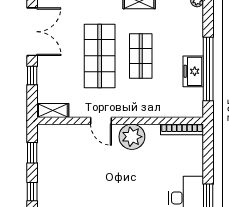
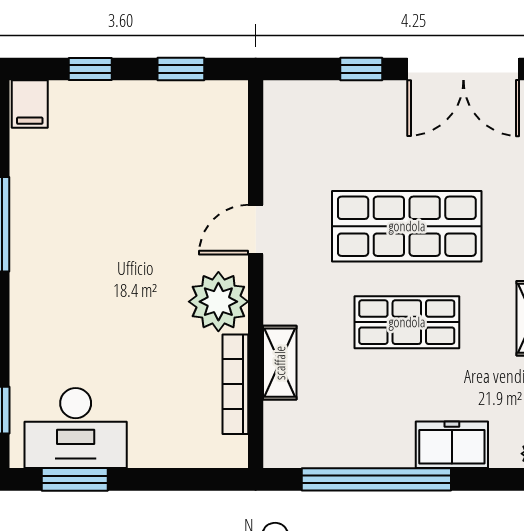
freezer: (193, 71) -> (452, 445), moved
shelving: (53, 110) -> (280, 363), moved
bookcase: (182, 129) -> (235, 384), moved

